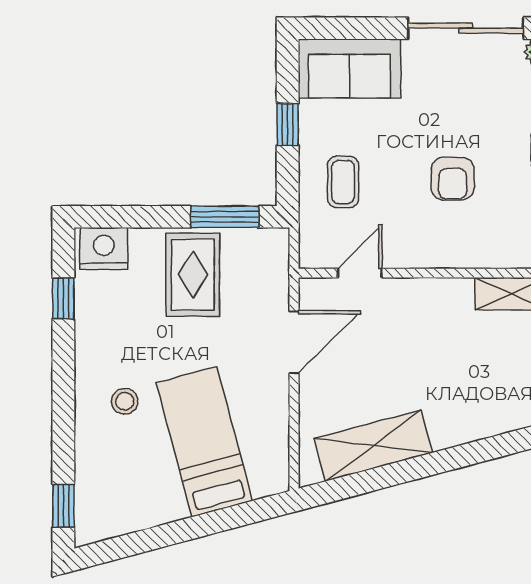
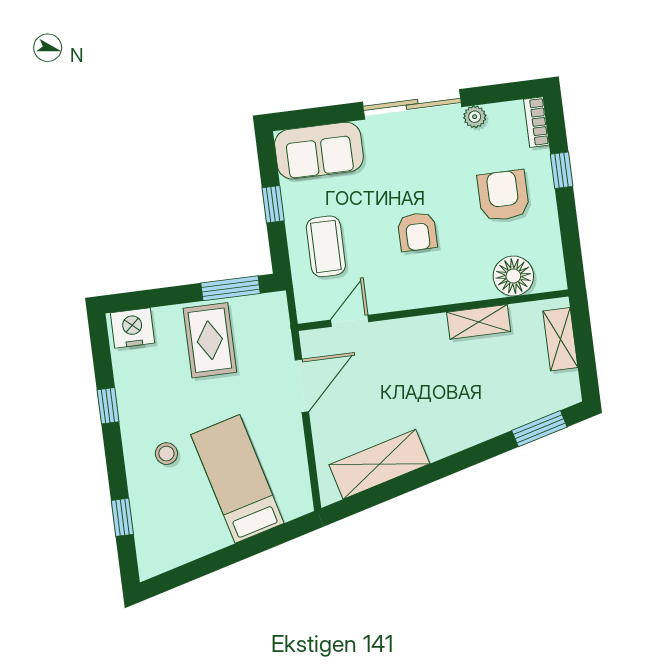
coffee table: (343, 182) -> (326, 246), width x1.36, depth x1.30
window: (63, 298) -> (108, 406), moved
window: (63, 506) -> (122, 517), moved

